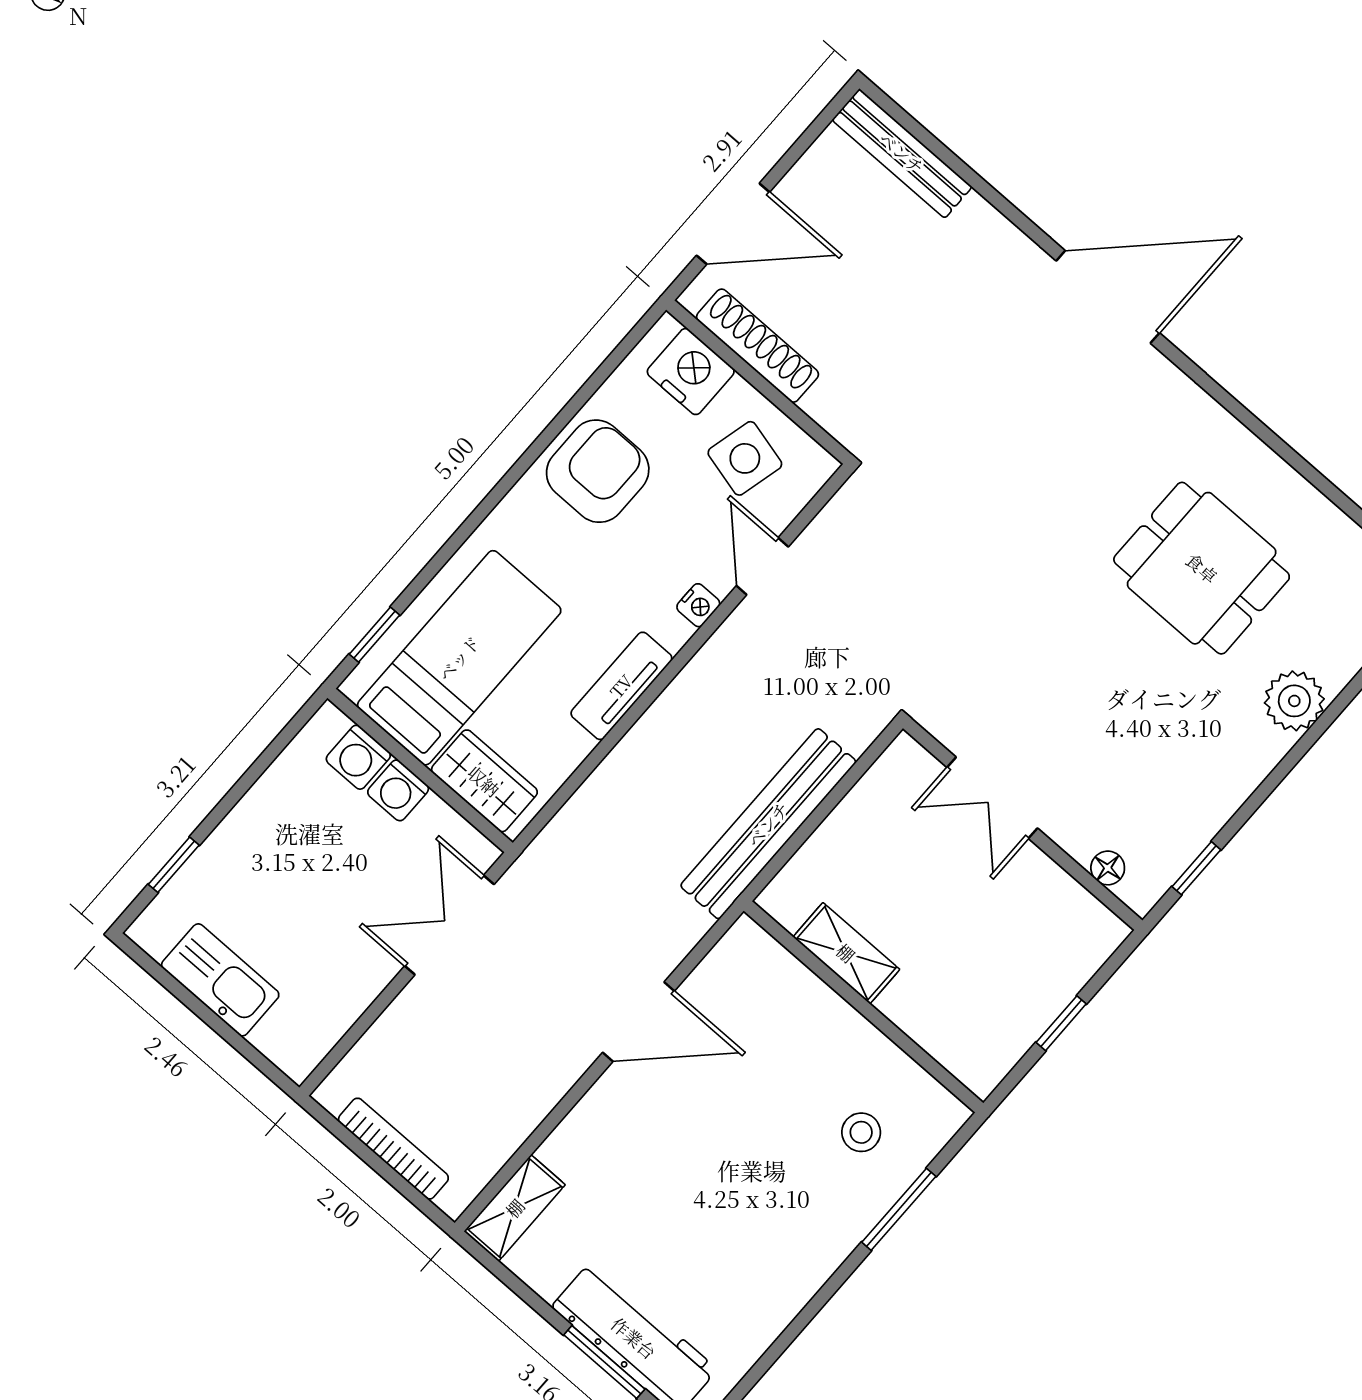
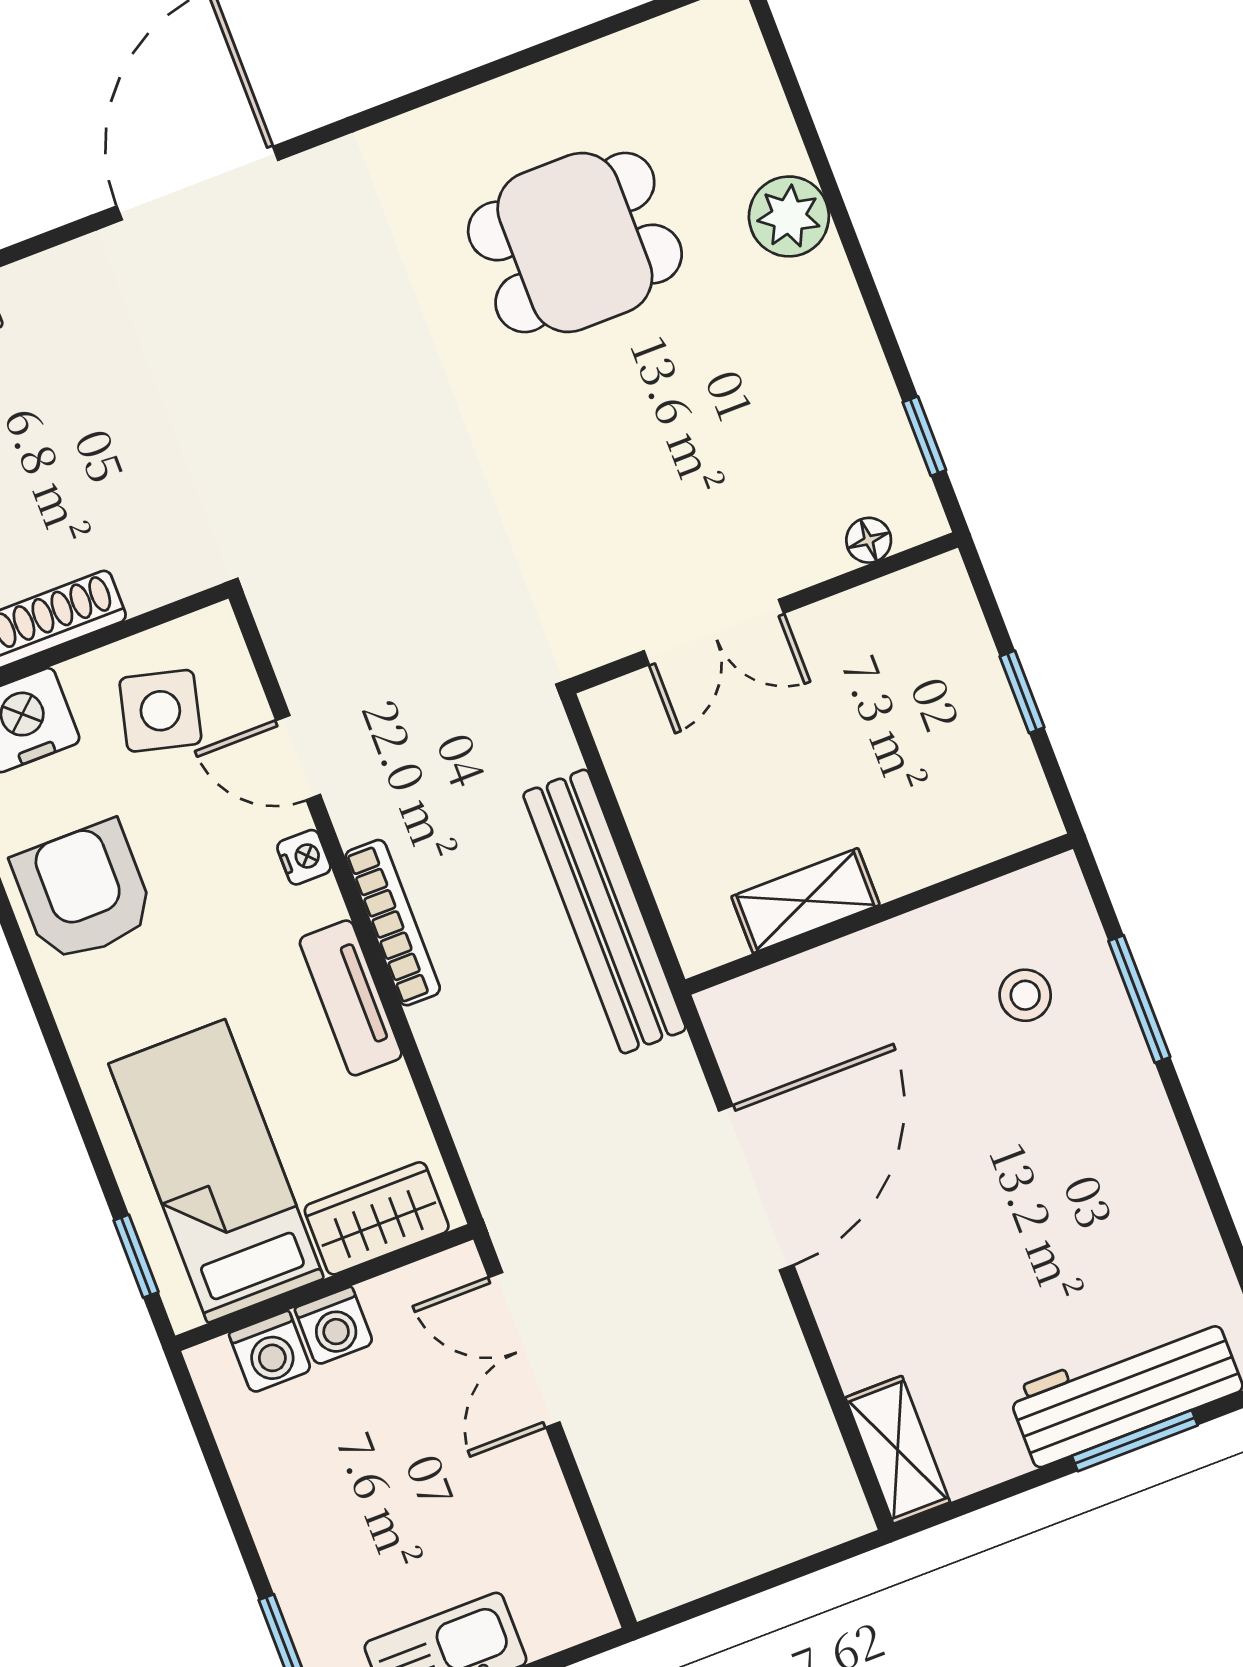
door: (638, 1022) -> (756, 1188), width x1.36
bookcase: (393, 1149) -> (393, 923), moved, turned 90

